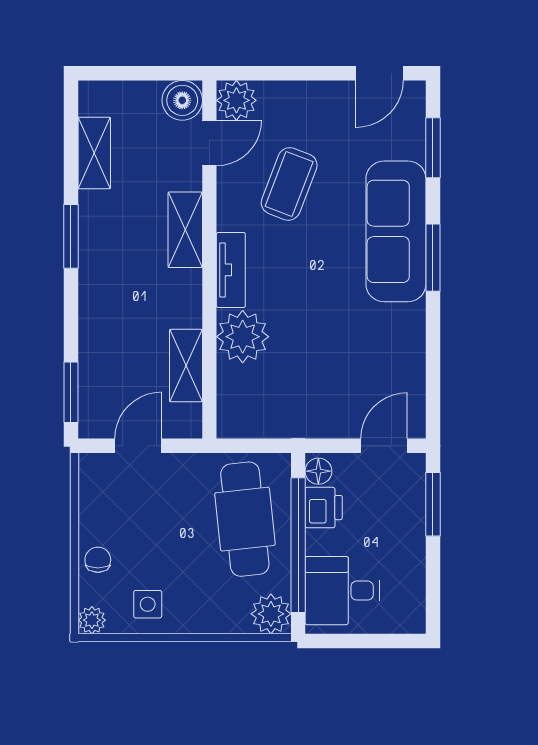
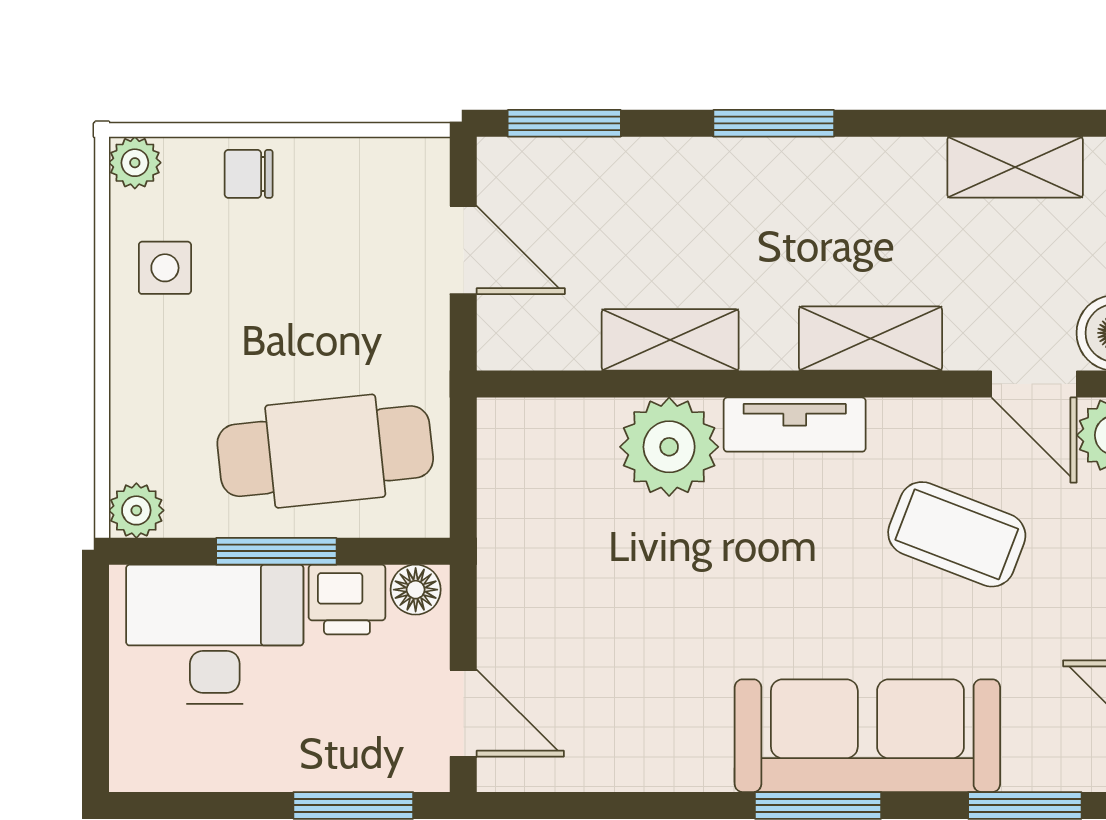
window: (71, 236) -> (774, 123), moved
shelving: (186, 365) -> (670, 340), moved
window: (298, 545) -> (276, 551), width x0.47
chair: (98, 560) -> (249, 174), turned 180
desk: (342, 591) -> (215, 634), width x1.37
plant: (271, 614) -> (136, 510), width x0.73, depth x0.73

